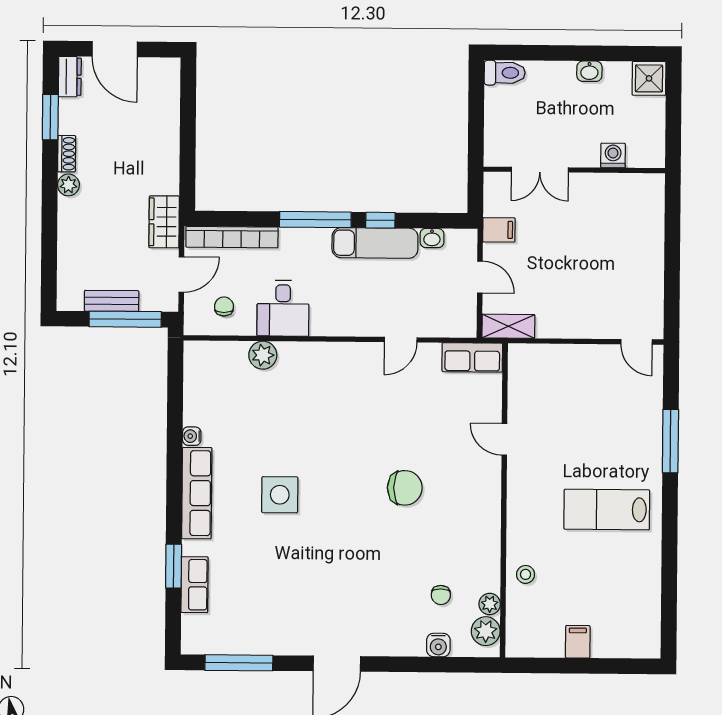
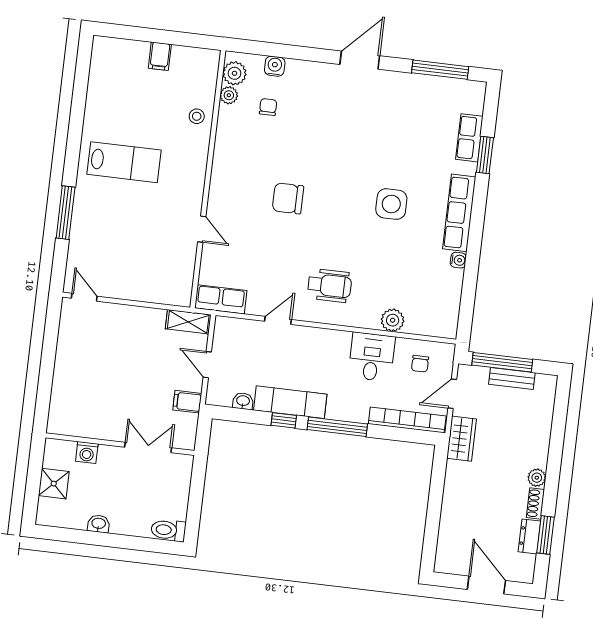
dresser: (70, 77) -> (529, 536), moved
shower: (649, 78) -> (54, 484), moved
wheelchair: (343, 388) -> (330, 286), added

